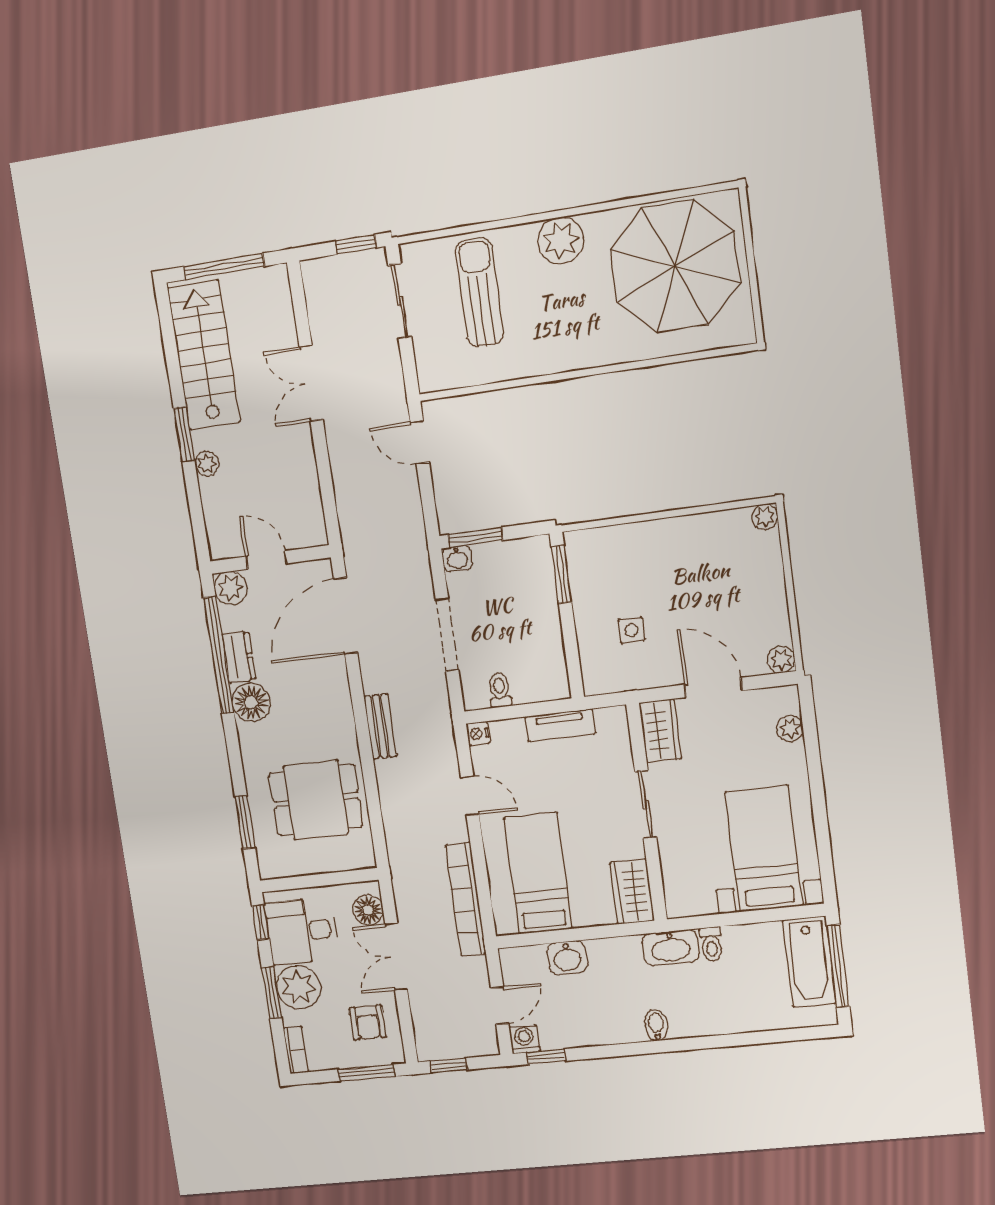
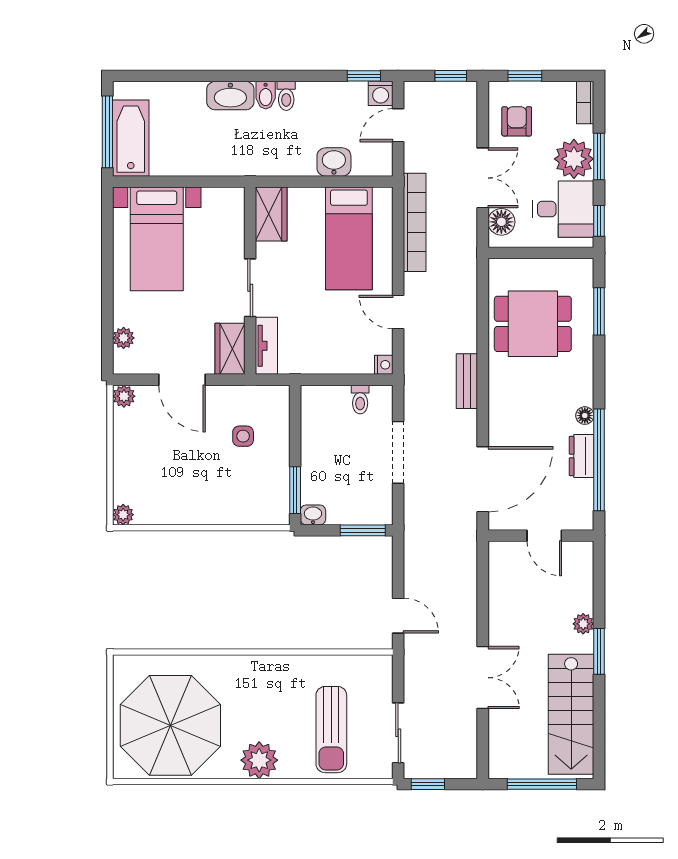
washbasin: (457, 558) -> (313, 515), moved
plant: (231, 588) -> (579, 516), removed
floor lamp: (251, 702) -> (585, 416), width x0.53, depth x0.53
tv unit: (560, 725) -> (266, 346), moved, turned 90
toilet: (711, 944) -> (286, 96), moved, turned 180
washbasin: (671, 948) -> (230, 96), moved, turned 180
window: (366, 1073) -> (525, 76), width x0.67

